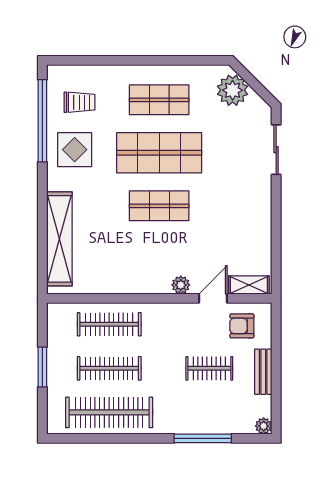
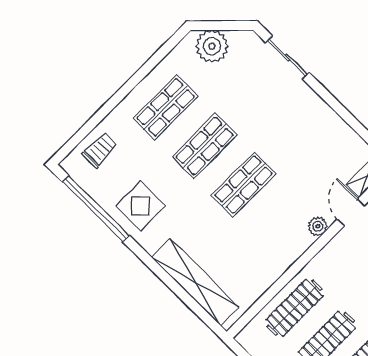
trolley: (80, 102) -> (100, 150), moved
shop shelf: (159, 153) -> (205, 146), width x0.70, depth x0.74

